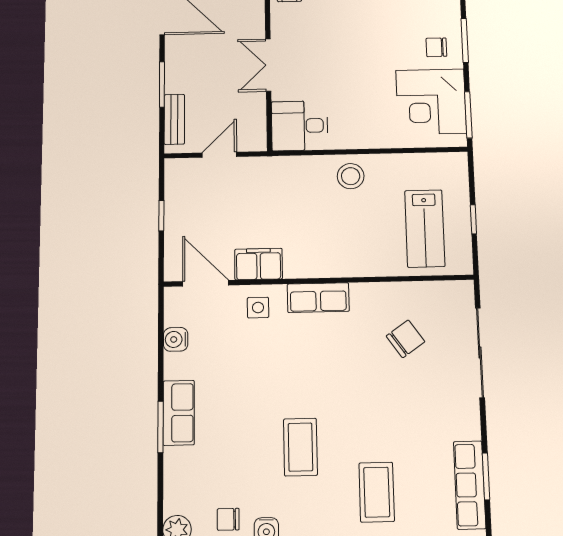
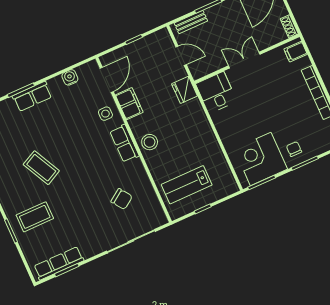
fridge: (275, 171) -> (185, 90), added
stool: (351, 176) -> (150, 142), moved
coffee table: (300, 447) -> (41, 168), turned 63

